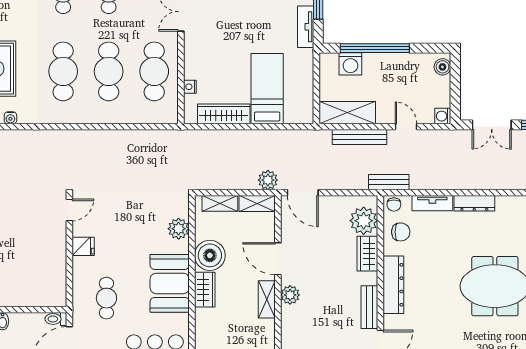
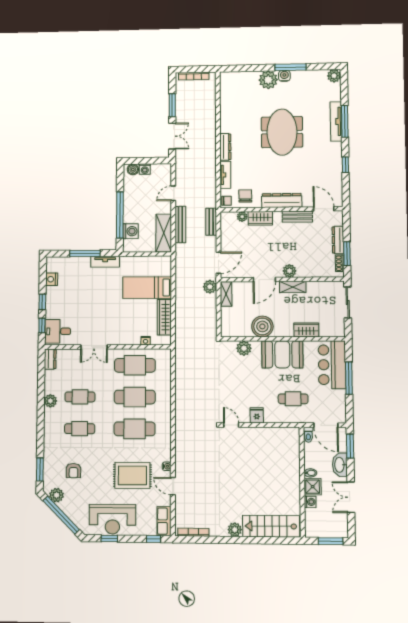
washing machine: (443, 116) -> (145, 169), moved
bench: (389, 182) -> (211, 222), moved
shelving: (220, 203) -> (226, 320), removed
plant: (364, 221) -> (242, 217), width x0.53, depth x0.53
wardrobe: (205, 290) -> (306, 330), moved

